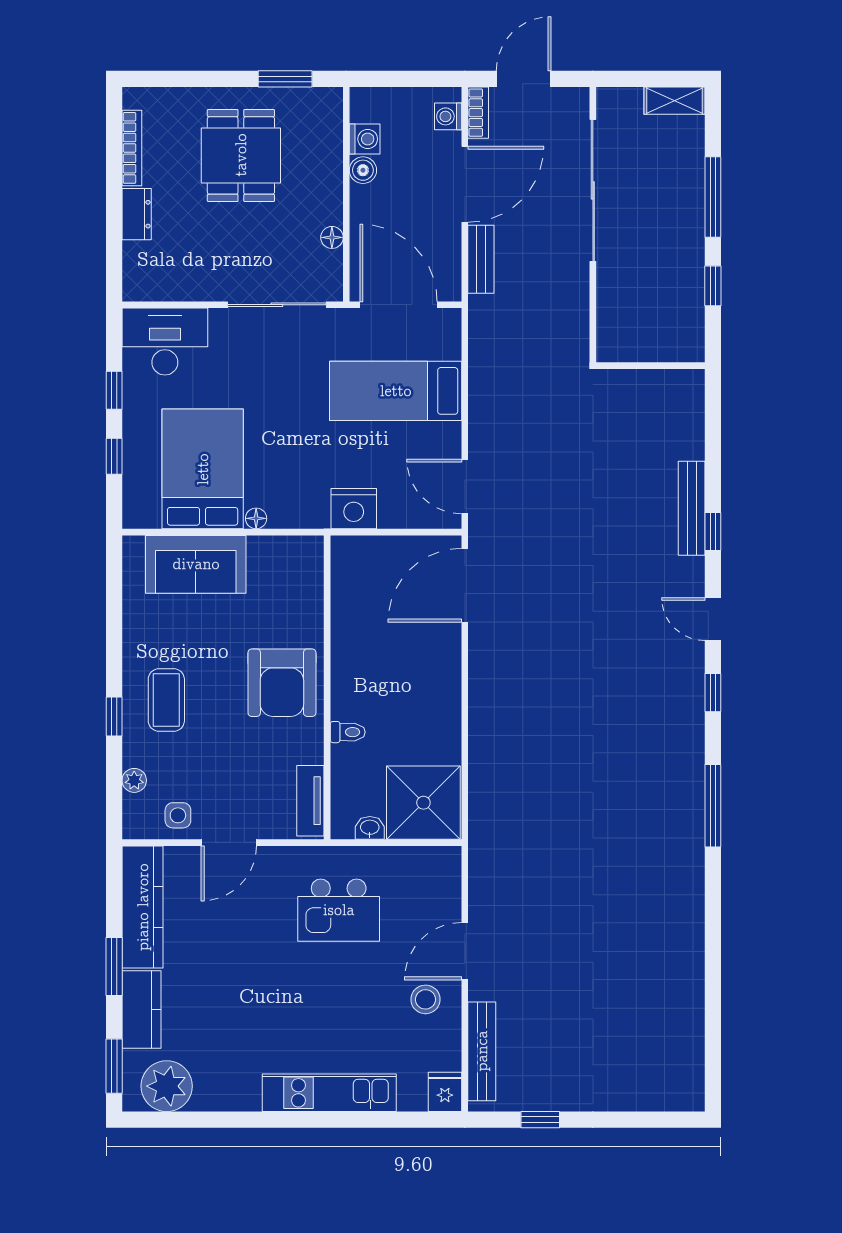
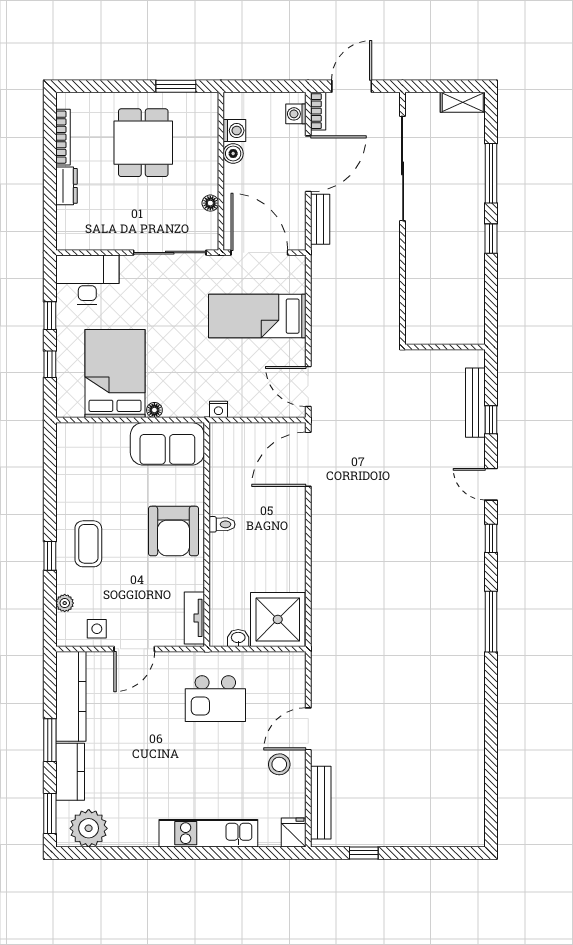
wall: (650, 366) -> (445, 347), moved
nightstand: (354, 509) -> (218, 409), width x0.53, depth x0.56
sofa: (196, 564) -> (167, 444), moved
toilet: (348, 732) -> (222, 524), moved

